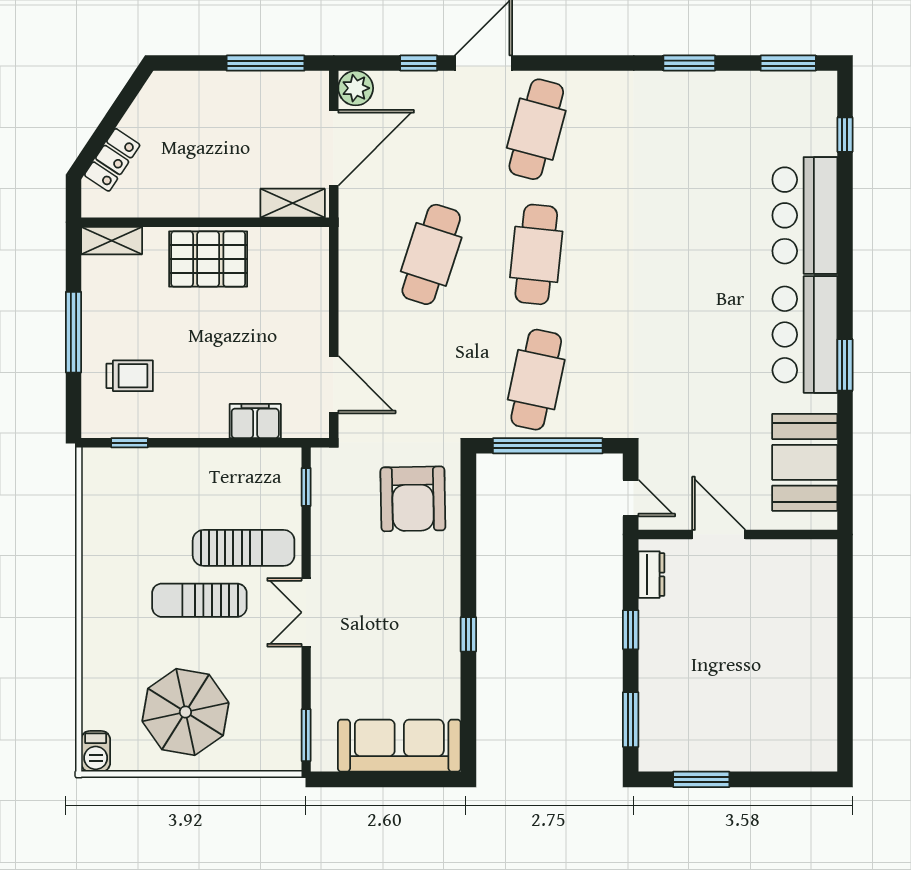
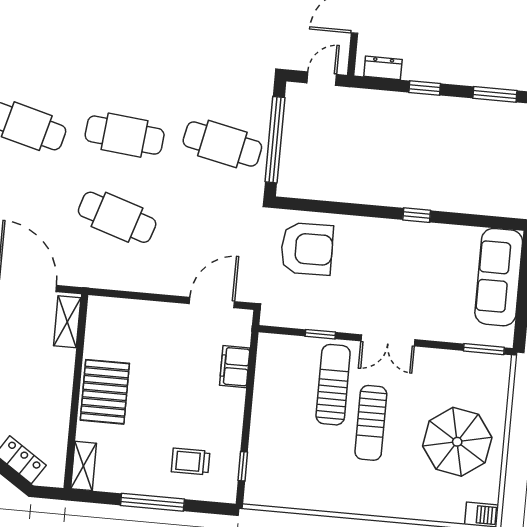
trolley: (130, 376) -> (190, 461), turned -90
window: (306, 487) -> (320, 334), moved

